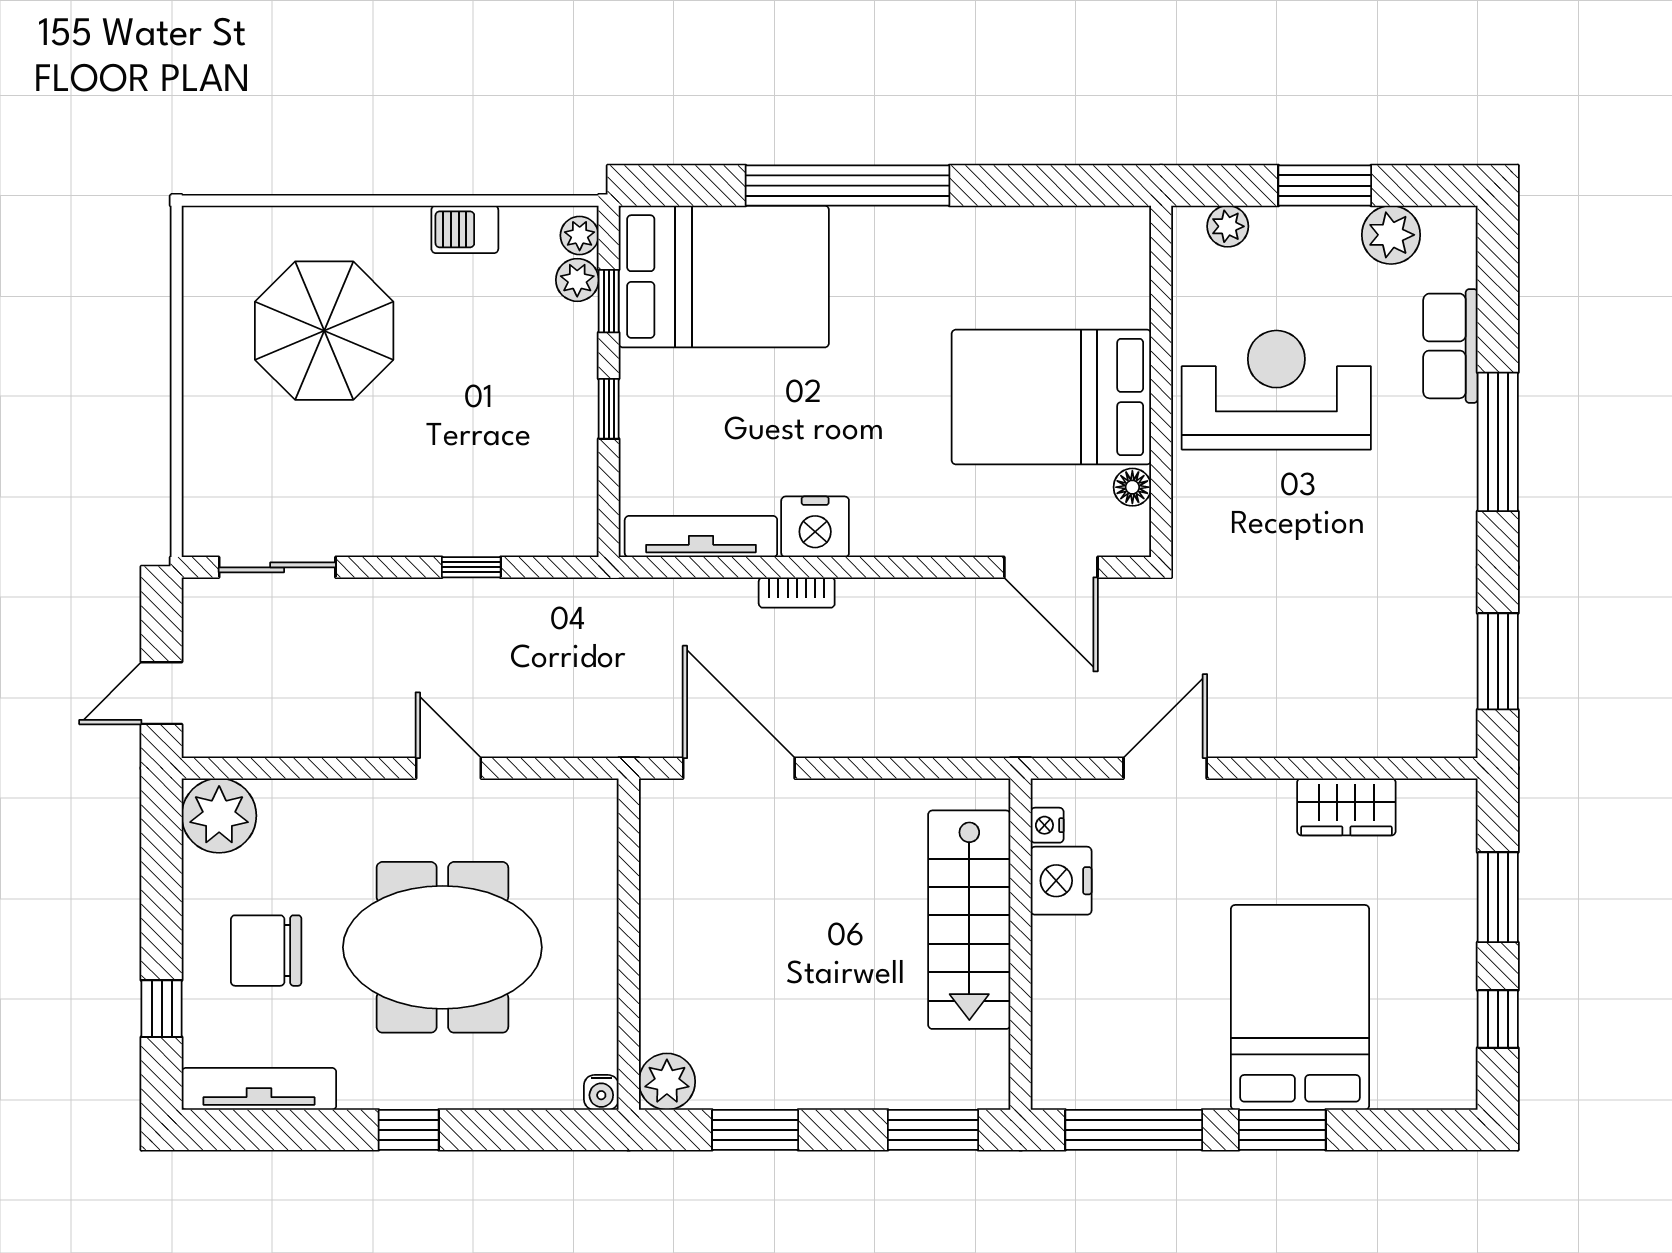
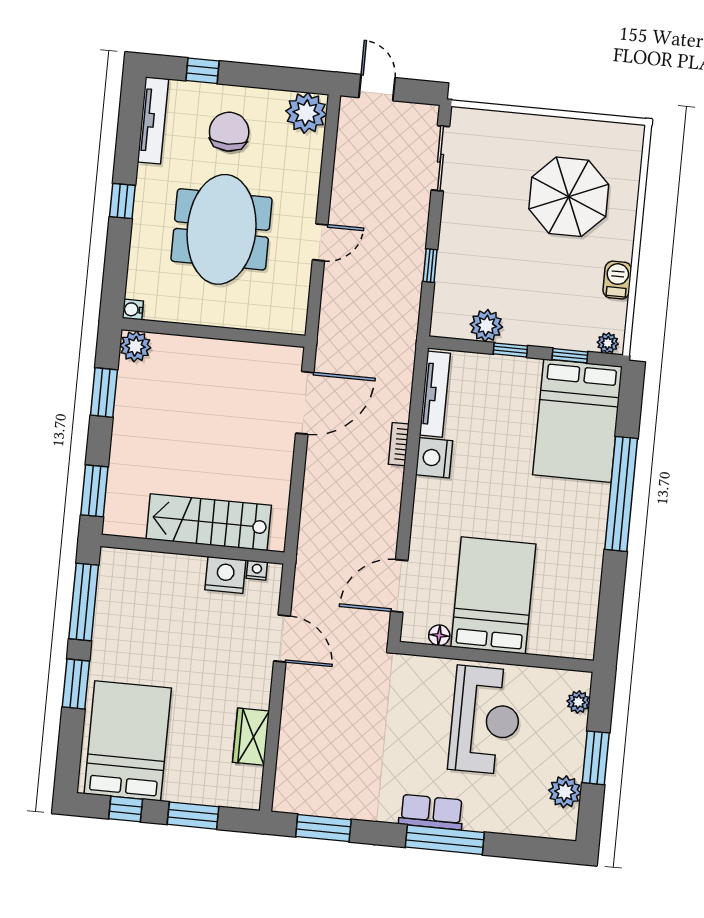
plant: (577, 280) -> (486, 326), moved, width x1.38, depth x1.38
row of seats: (1450, 346) -> (431, 812), moved
bed: (1300, 1007) -> (128, 741), moved, turned -90

